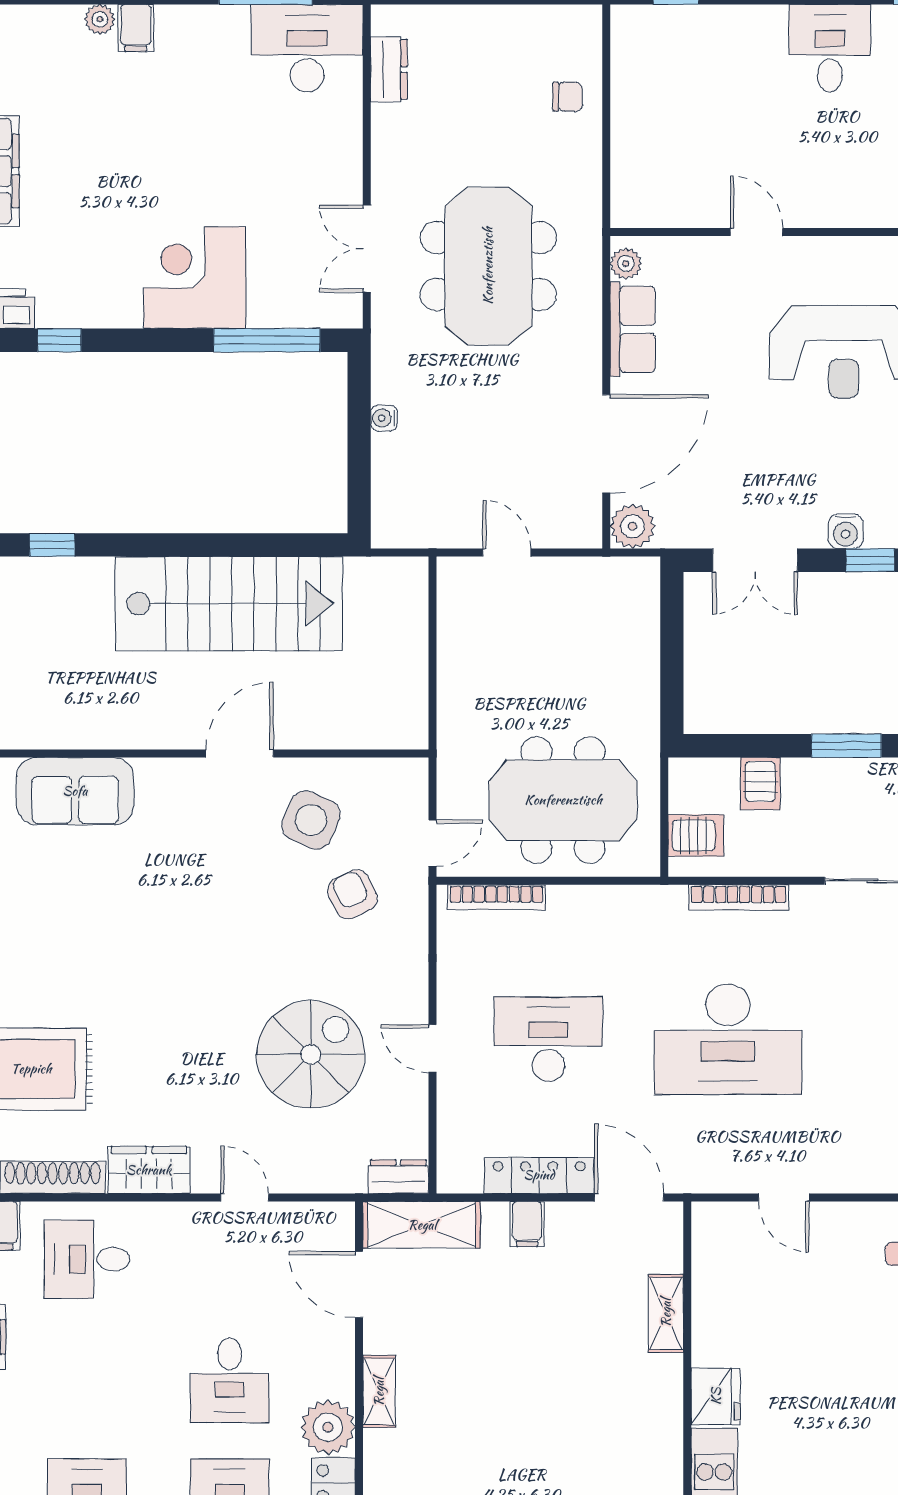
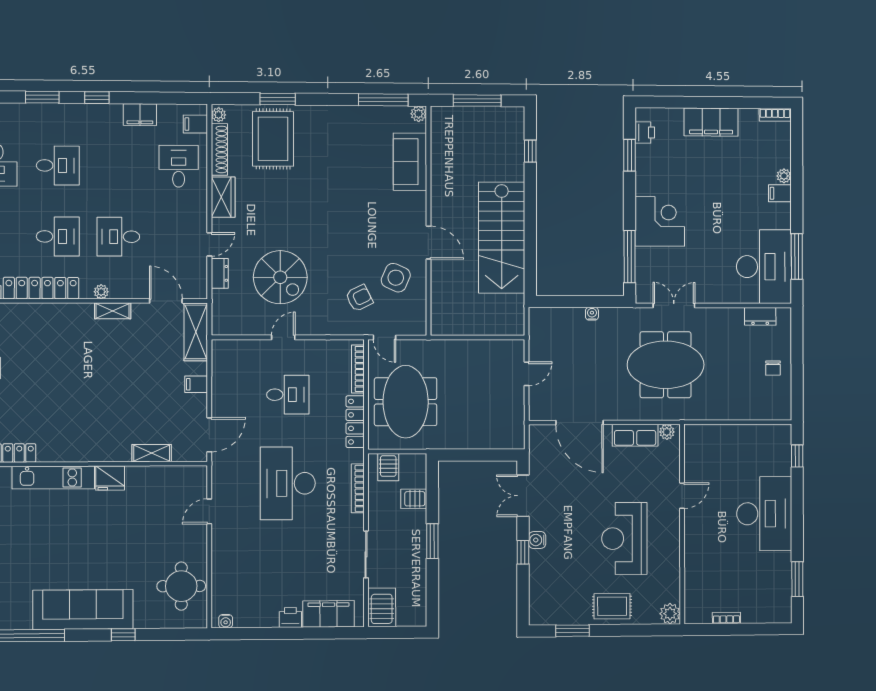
desk: (307, 48) -> (764, 267), width x1.36, depth x1.30
desk: (830, 48) -> (764, 514), width x1.87, depth x1.30
chair: (567, 97) -> (773, 368), moved
window: (59, 340) -> (629, 155), width x1.50
plant: (633, 526) -> (539, 436), removed
desk: (548, 1039) -> (288, 395), width x0.73
locker: (539, 1175) -> (355, 422), moved, turned 180
dresser: (398, 1177) -> (220, 273), moved
door: (359, 1285) -> (166, 301), hinge flipped
plant: (328, 1427) -> (101, 292), width x0.53, depth x0.53

